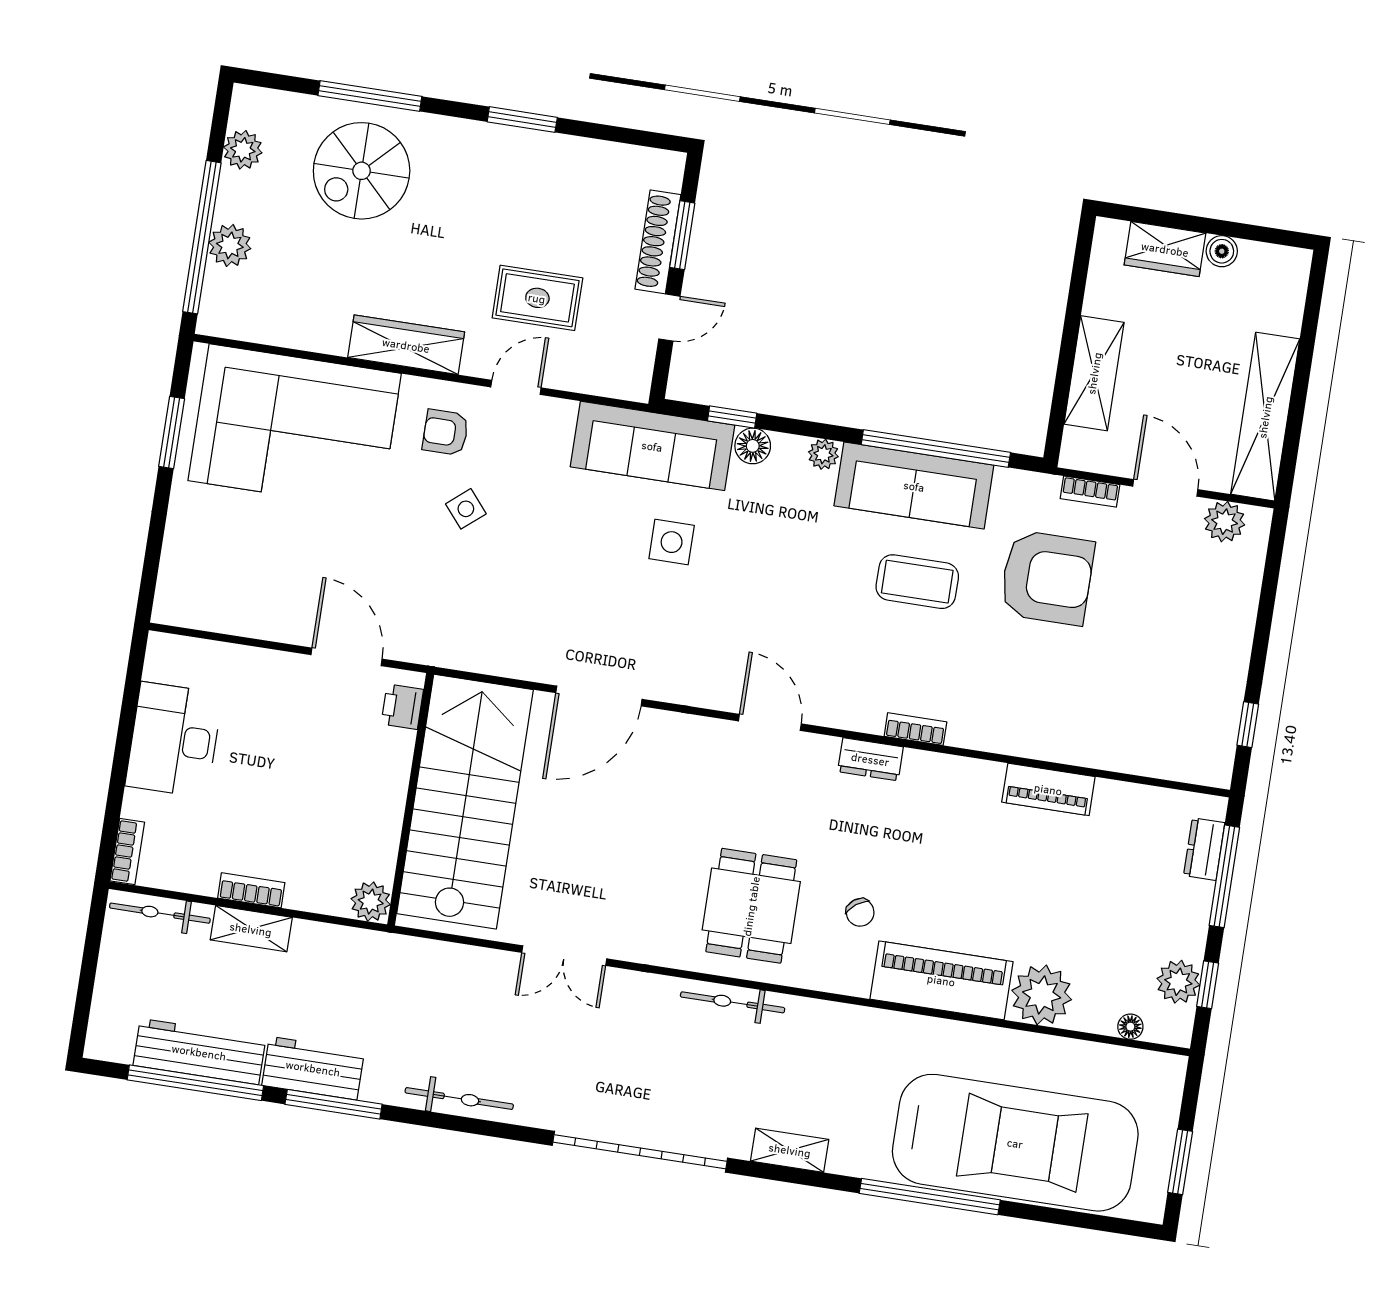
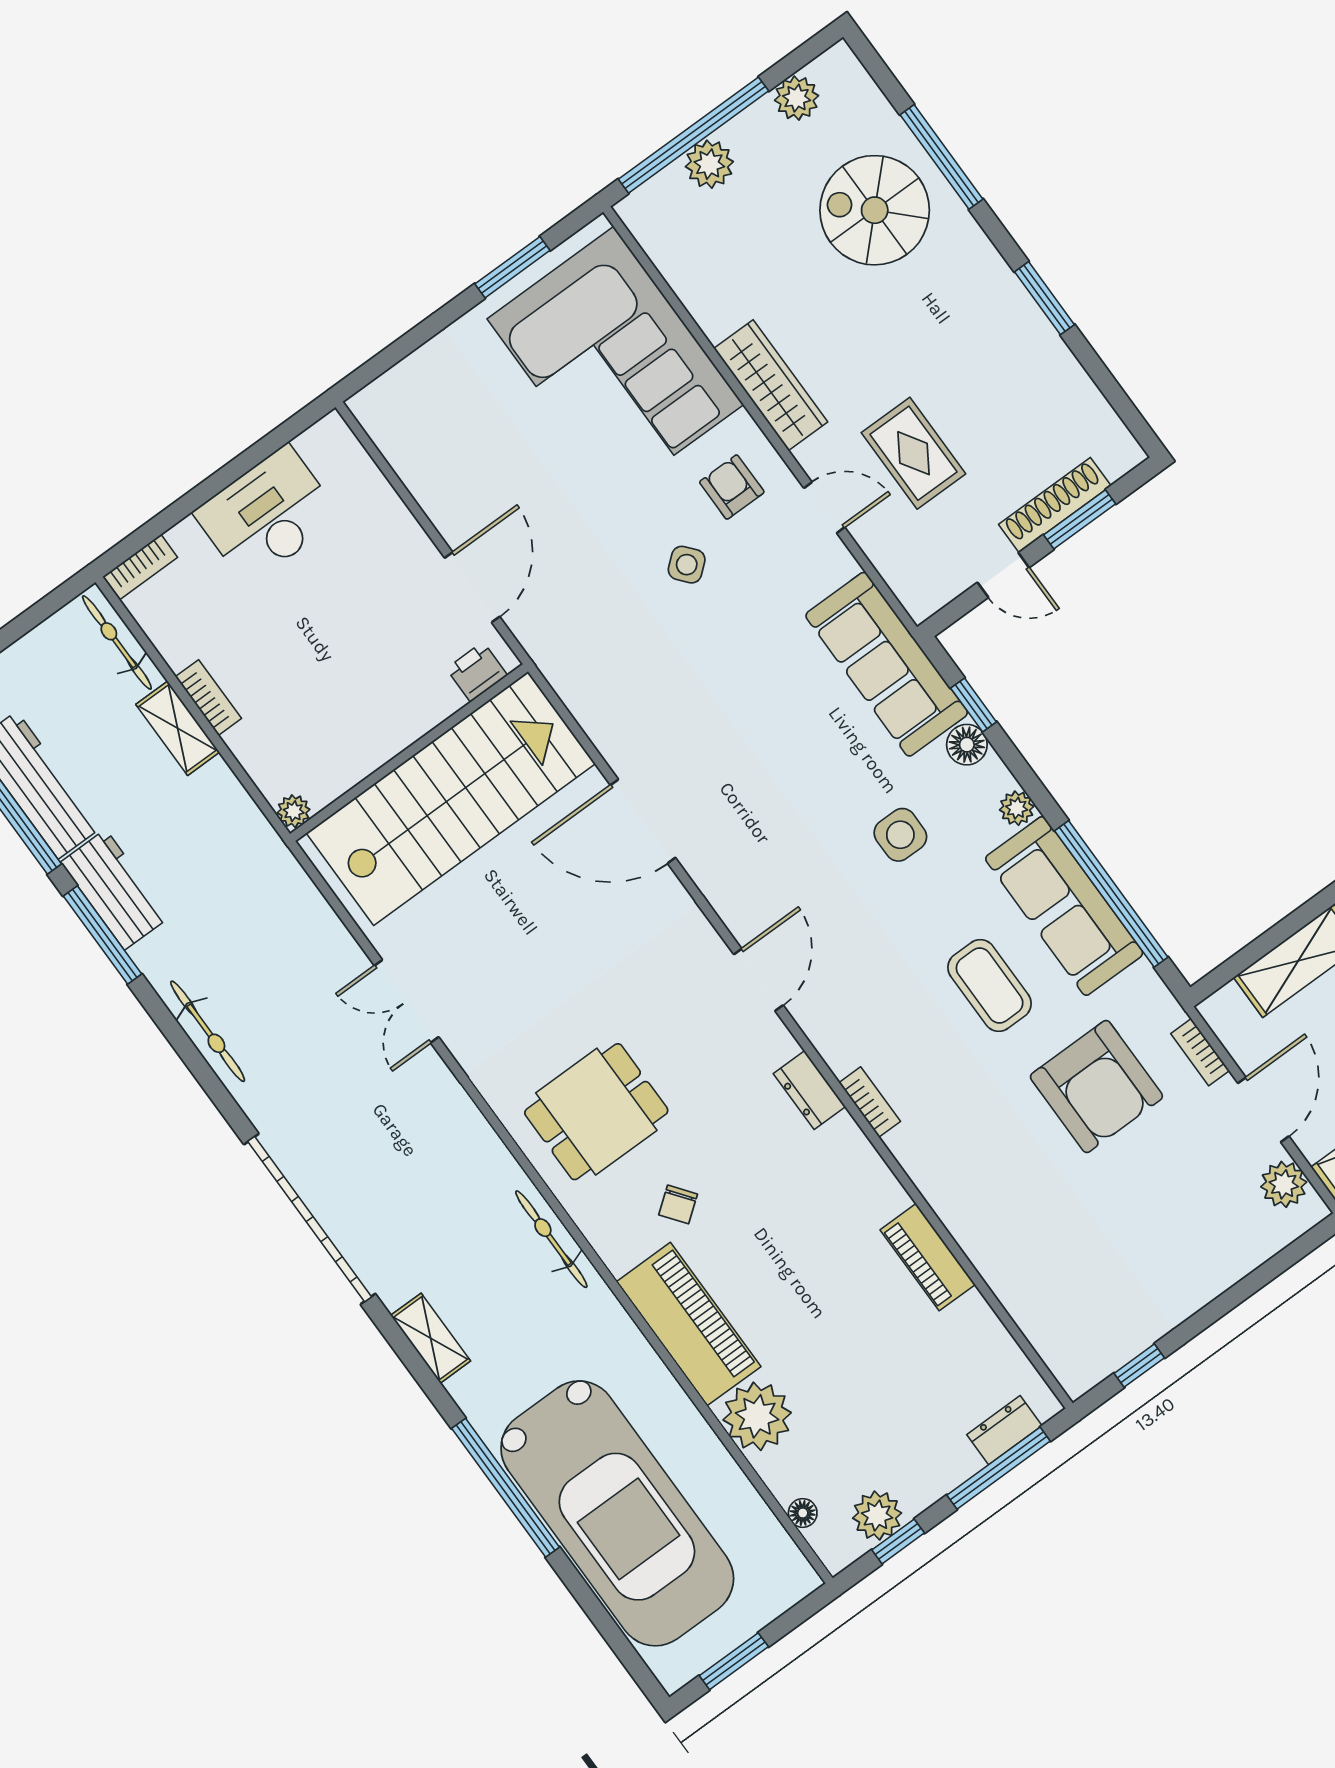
side table: (672, 542) -> (900, 835), moved
plant: (371, 902) -> (294, 811), width x0.73, depth x0.73
bicycle: (733, 1002) -> (551, 1239), moved

